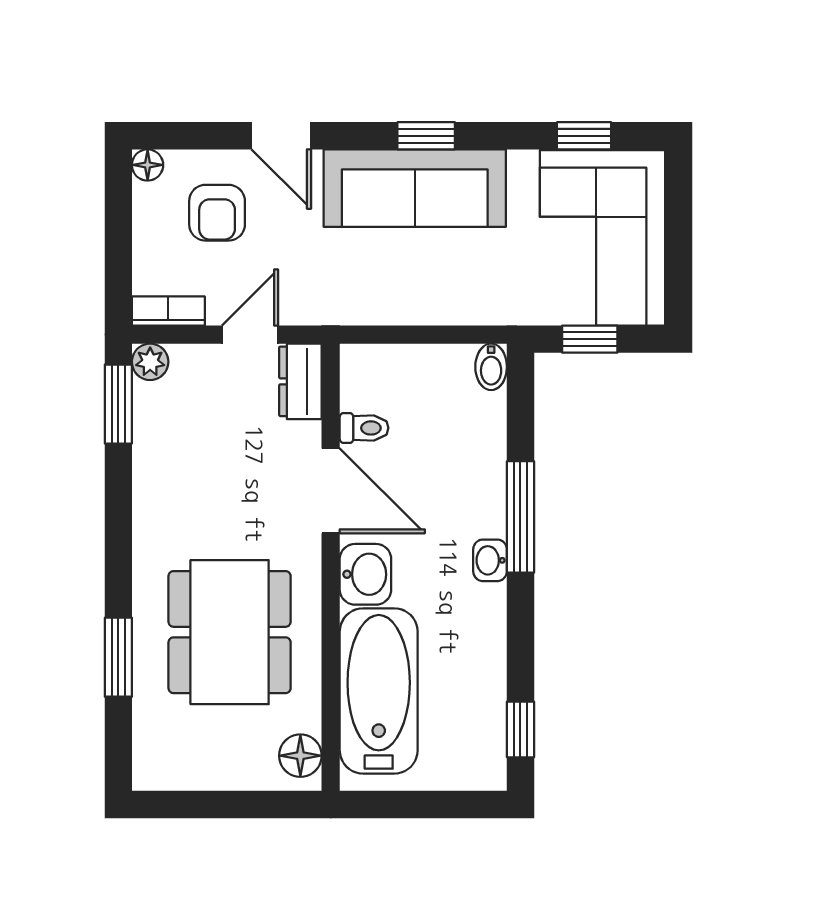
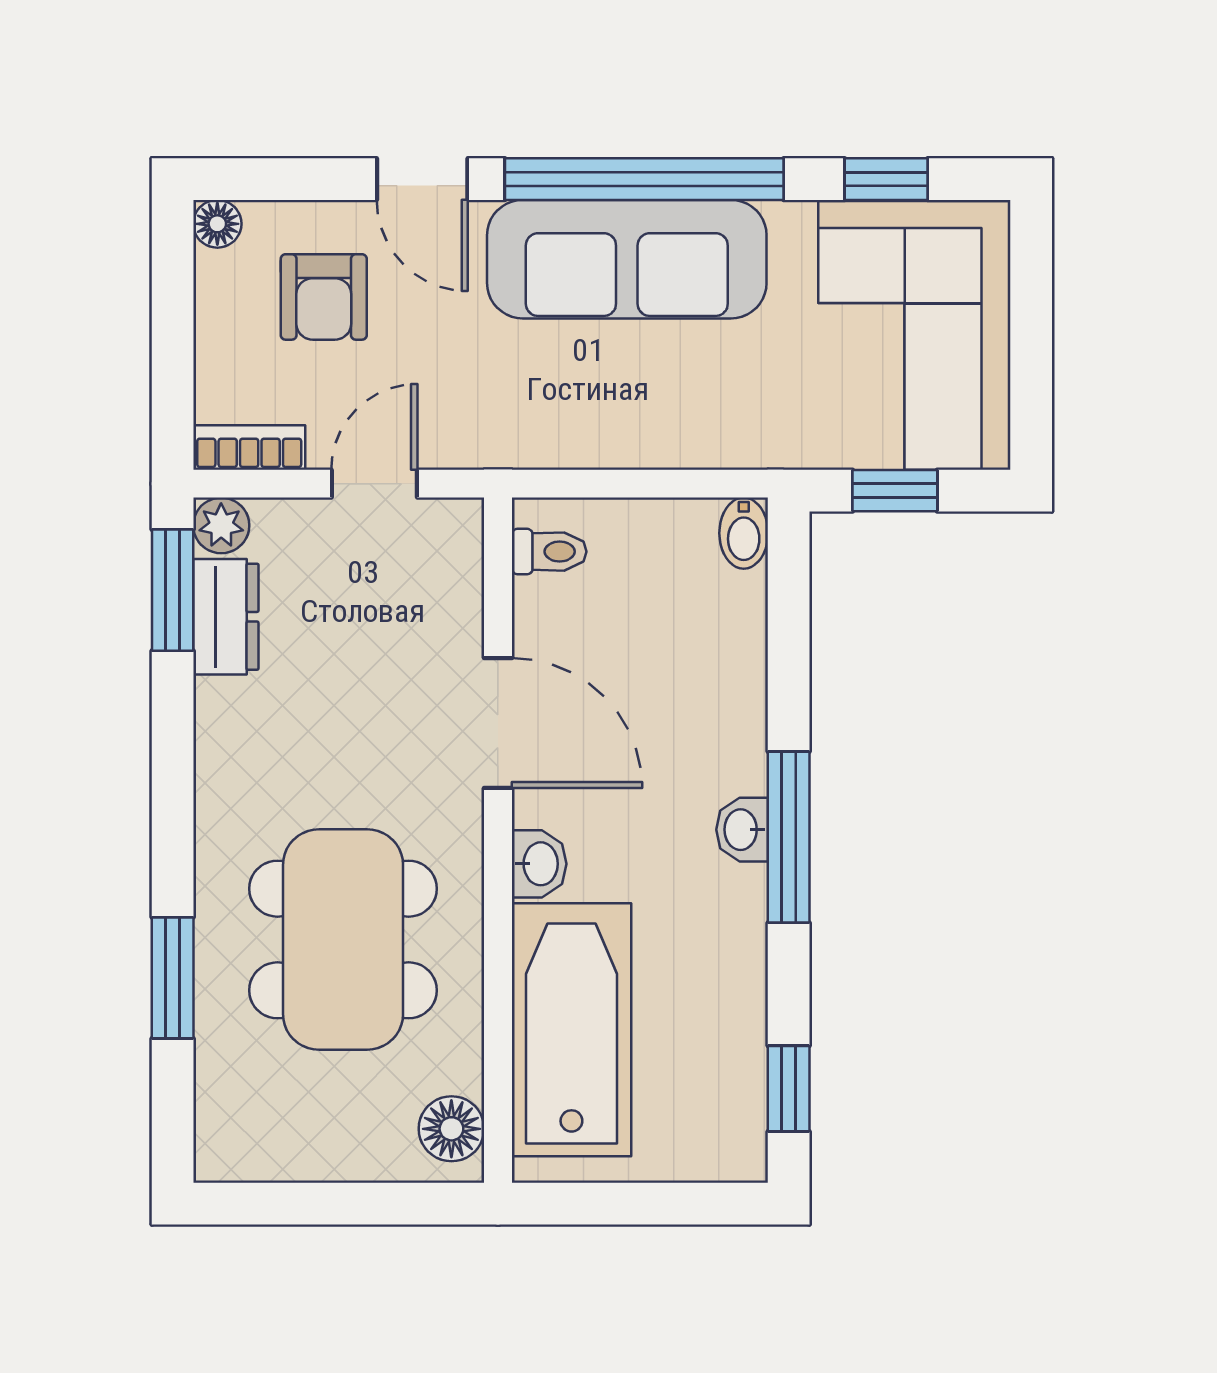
window: (426, 136) -> (644, 179), width x3.17
dresser: (300, 381) -> (226, 617), moved, turned 180
toilet: (364, 428) -> (549, 552), moved
window: (520, 517) -> (789, 837), moved
washbasin: (365, 574) -> (539, 864), width x0.72, depth x0.69

